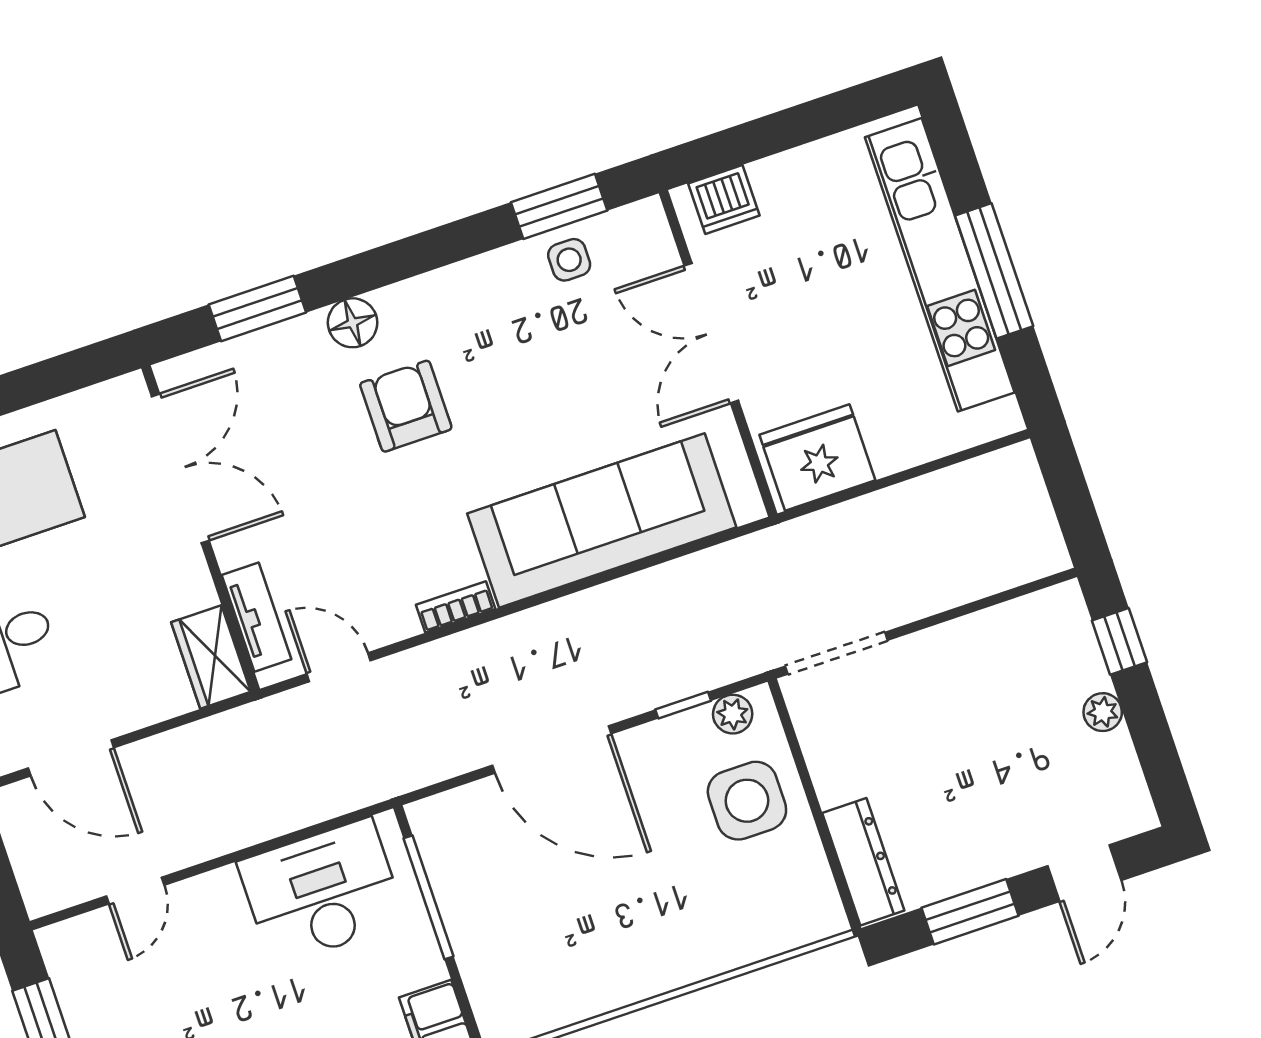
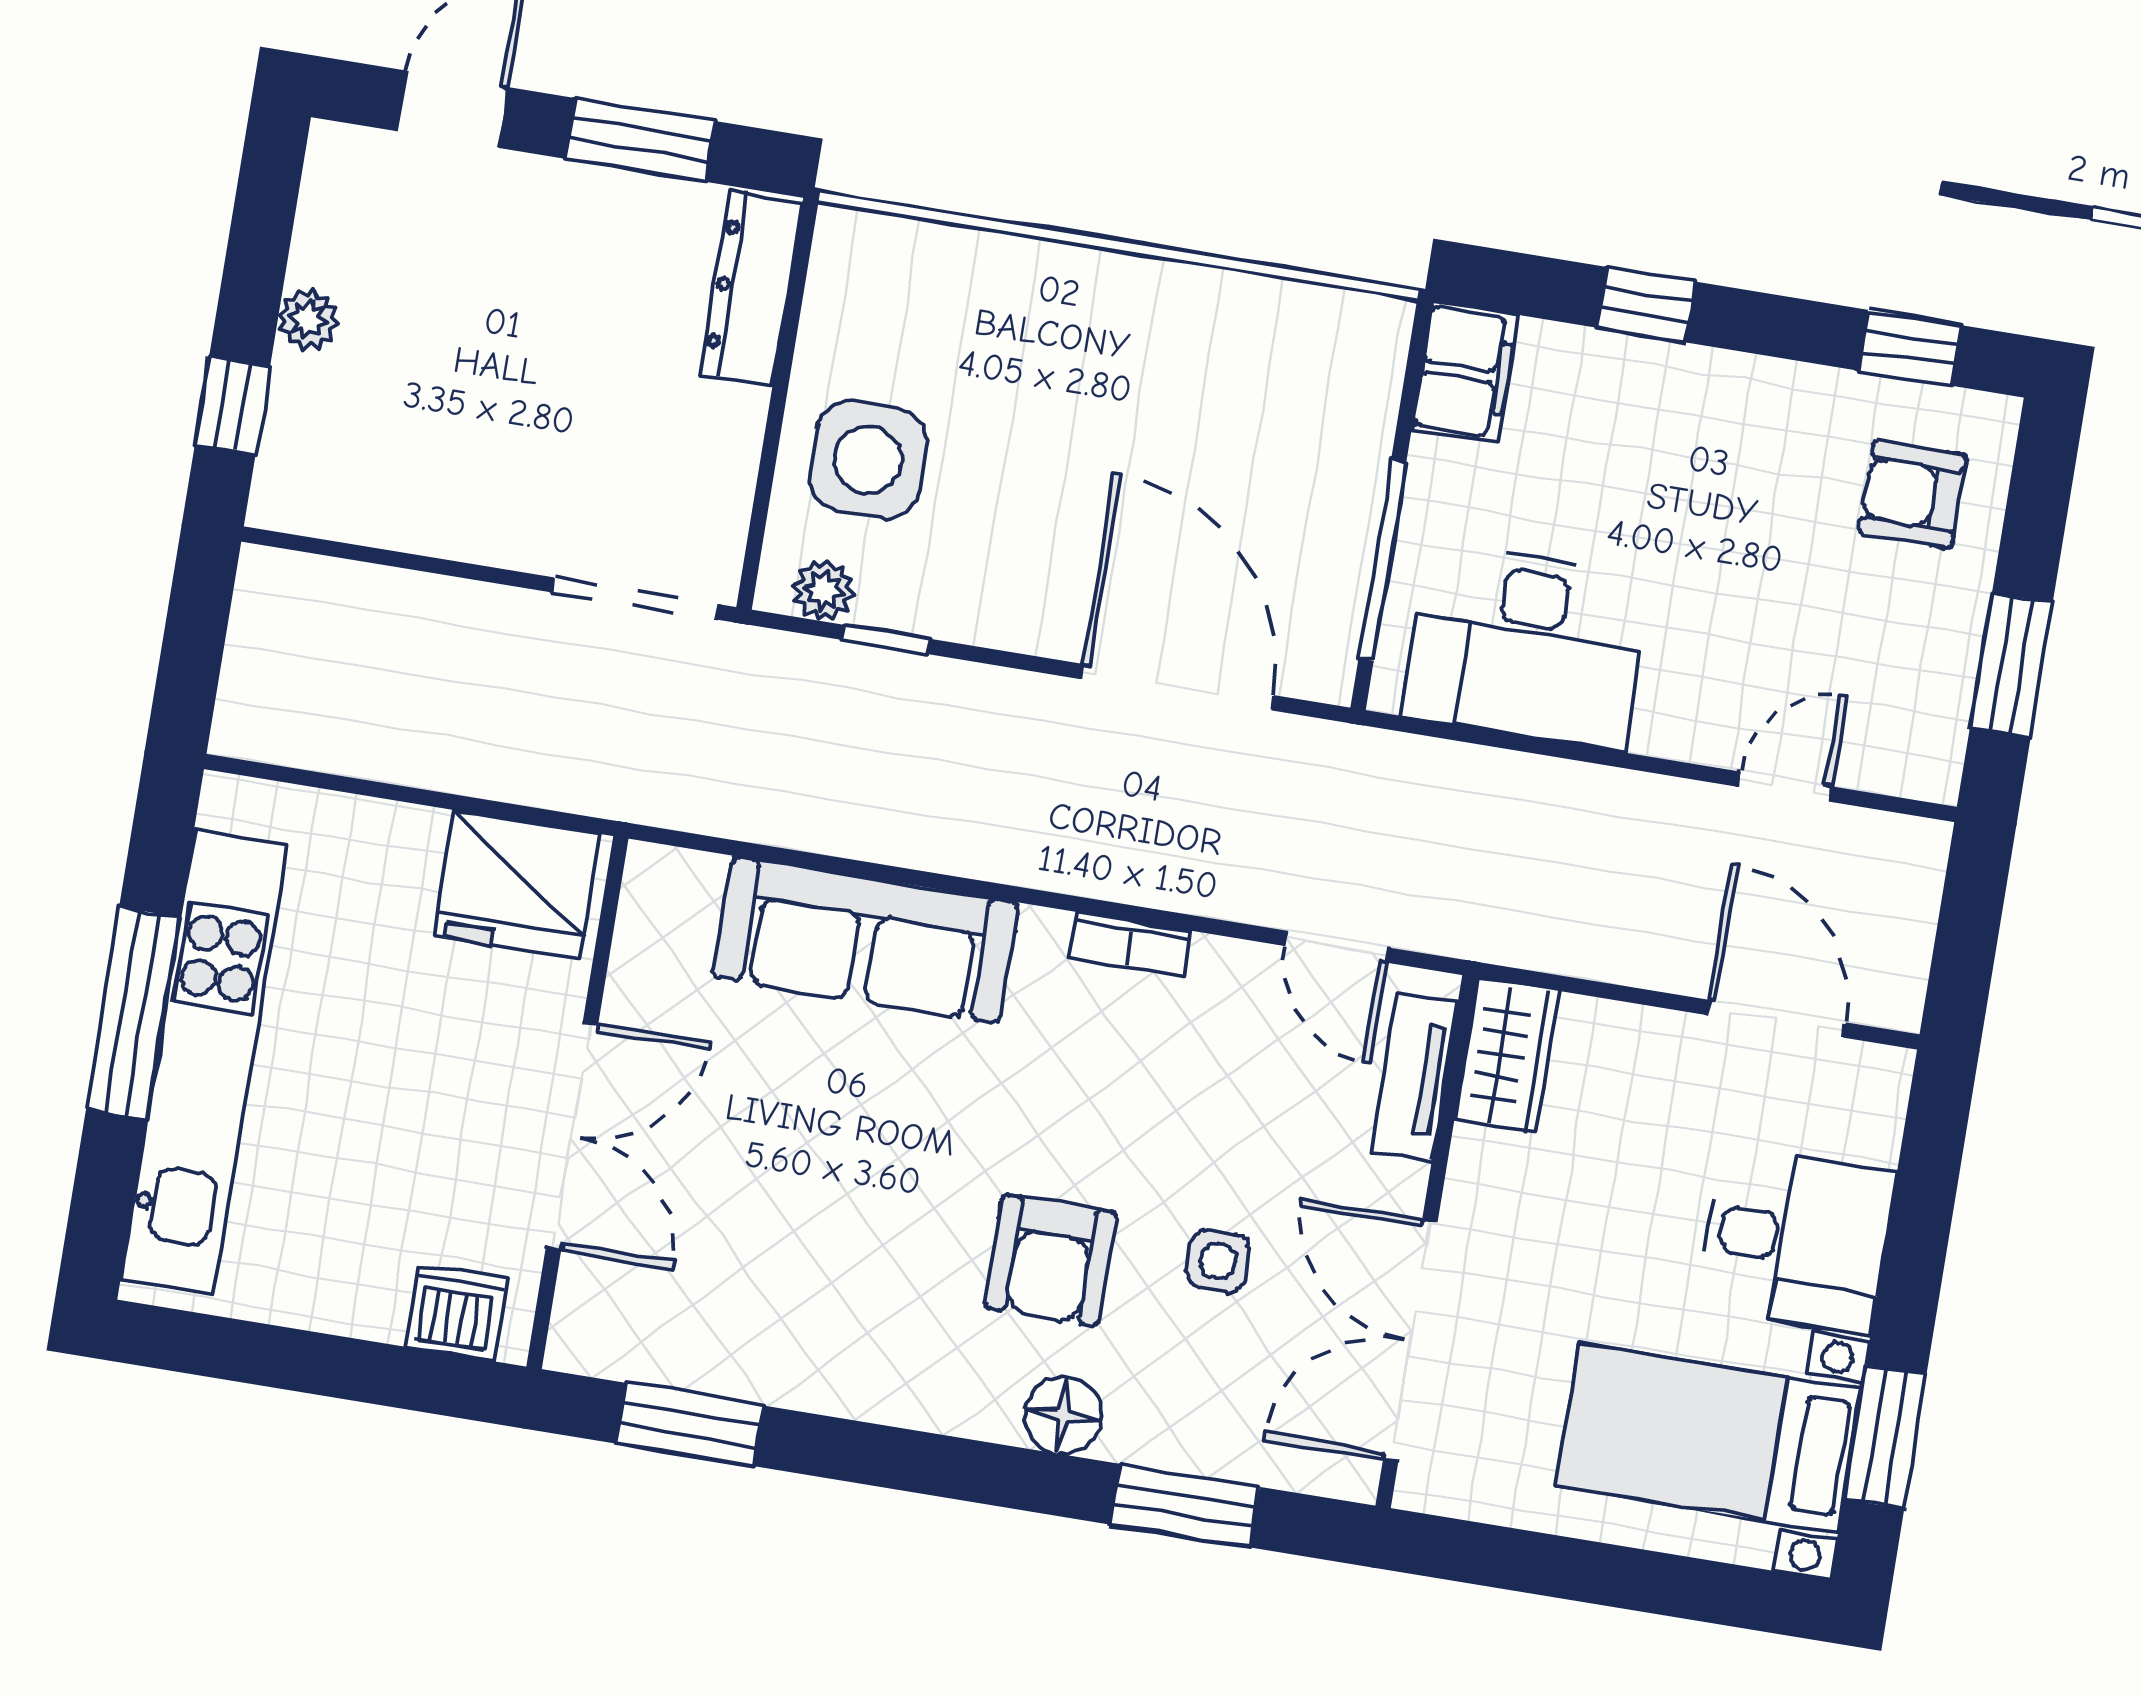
side table: (569, 260) -> (1218, 1261), moved
sofa: (602, 520) -> (865, 940), width x0.74, depth x0.79
door: (552, 750) -> (1177, 687), moved

